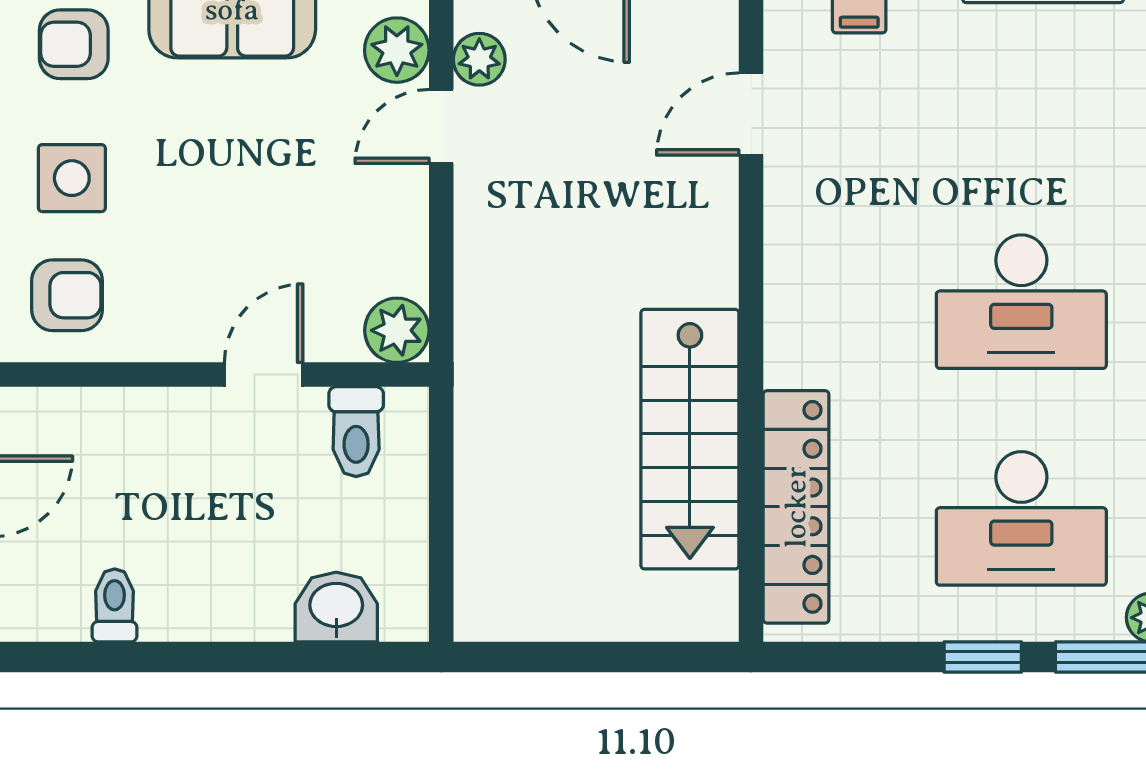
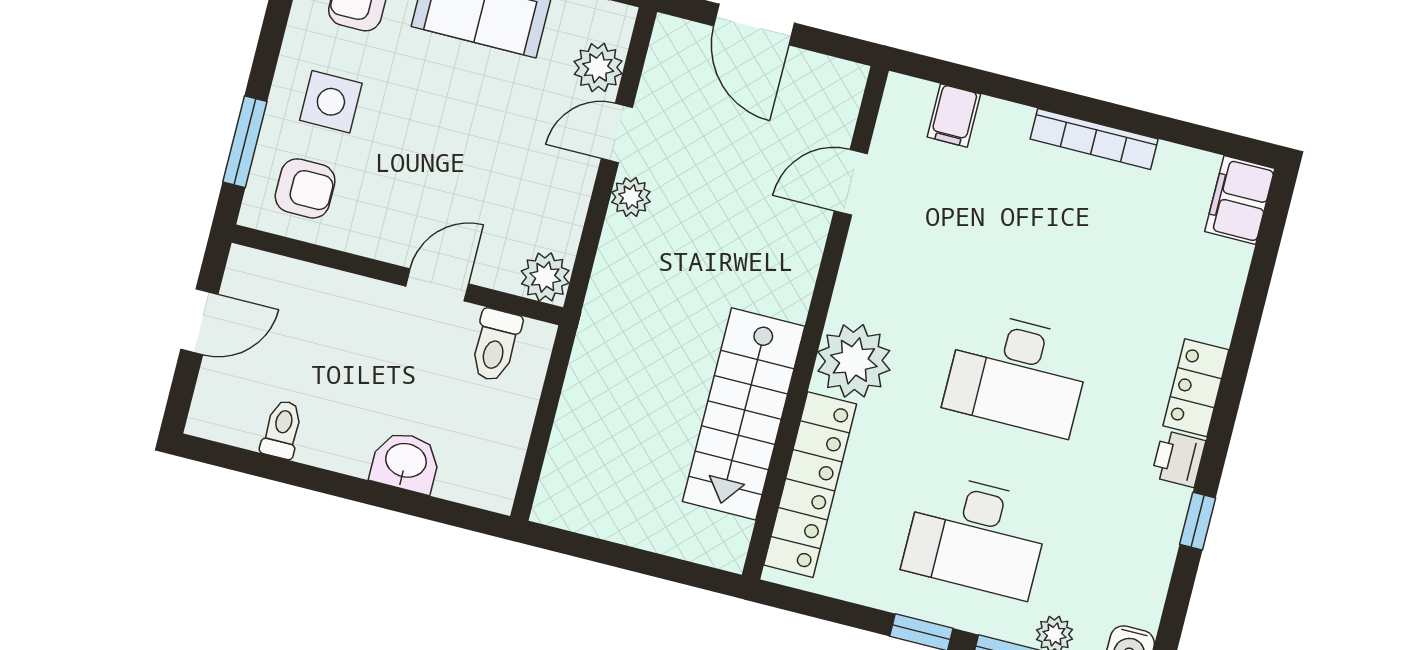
plant: (479, 59) -> (631, 197), moved
plant: (812, 337) -> (854, 361), added
washbasin: (336, 607) -> (406, 462), moved

